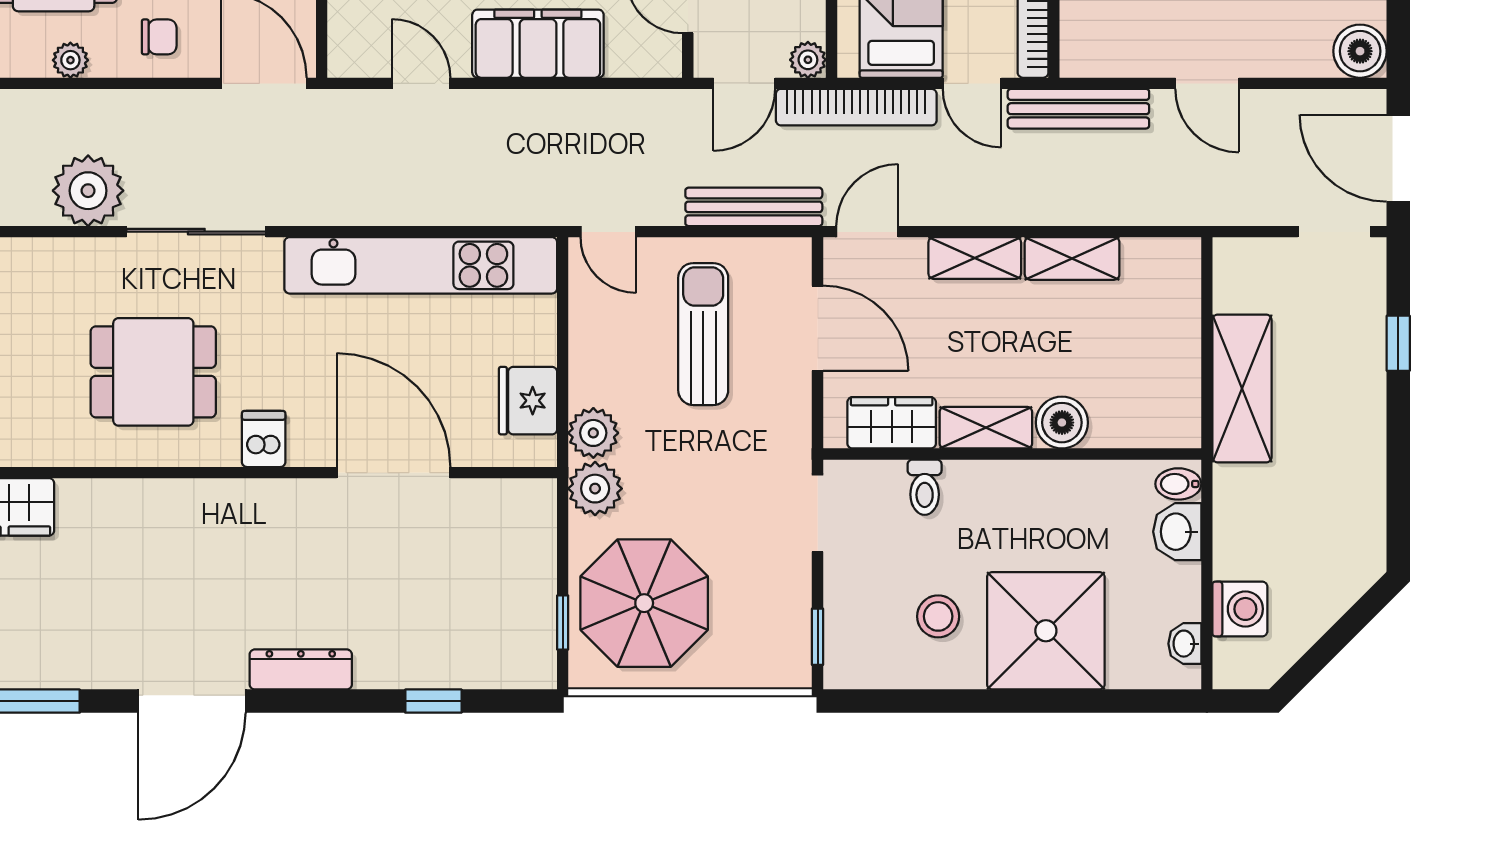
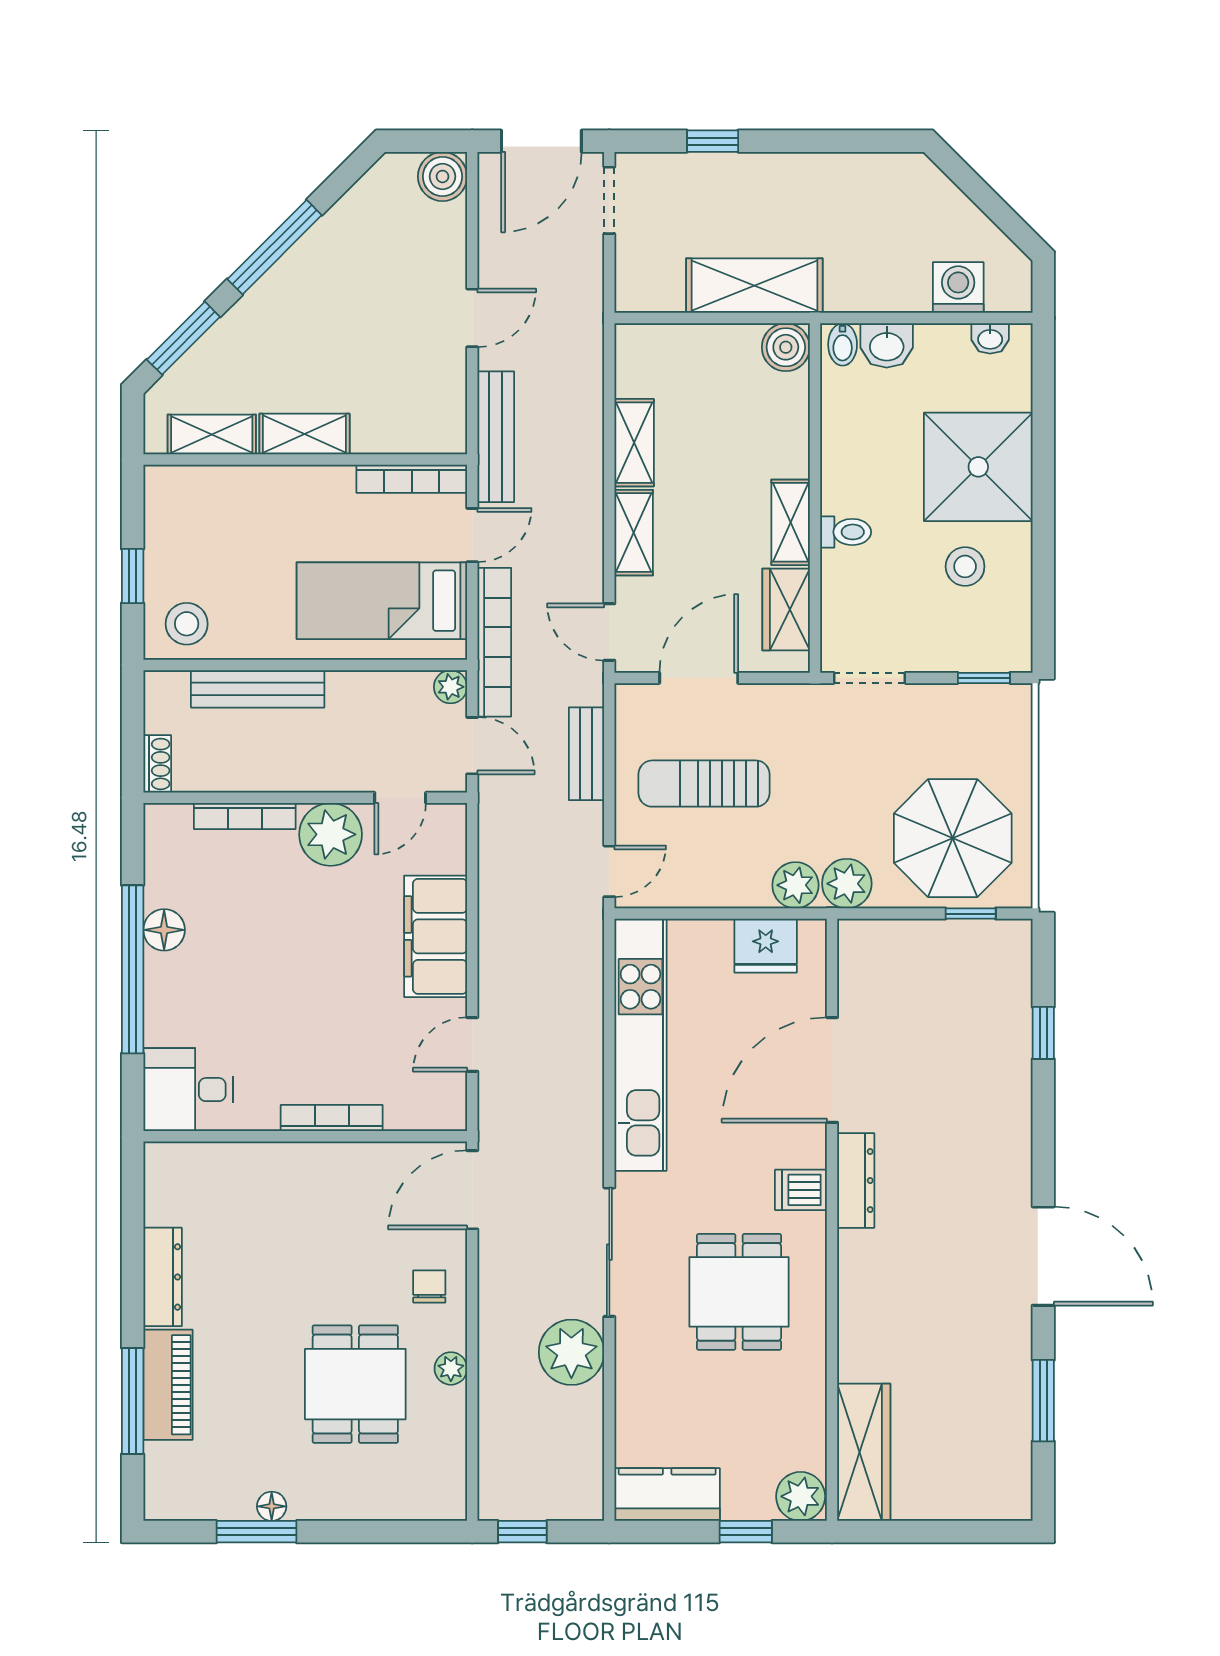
bench: (754, 207) -> (586, 754), width x0.73
boiler: (1062, 423) -> (786, 347), moved
toilet: (925, 487) -> (846, 532), moved
dresser: (301, 669) -> (856, 1181), moved, turned 180

